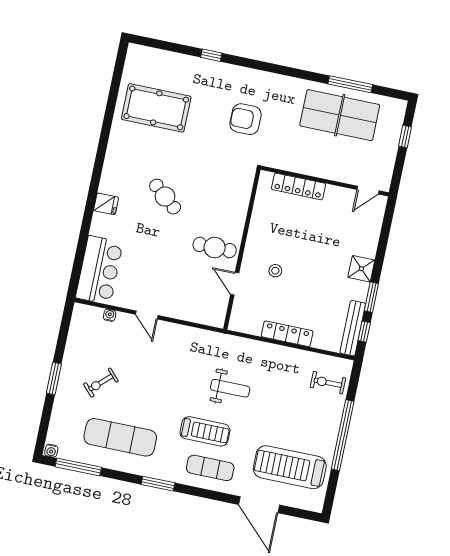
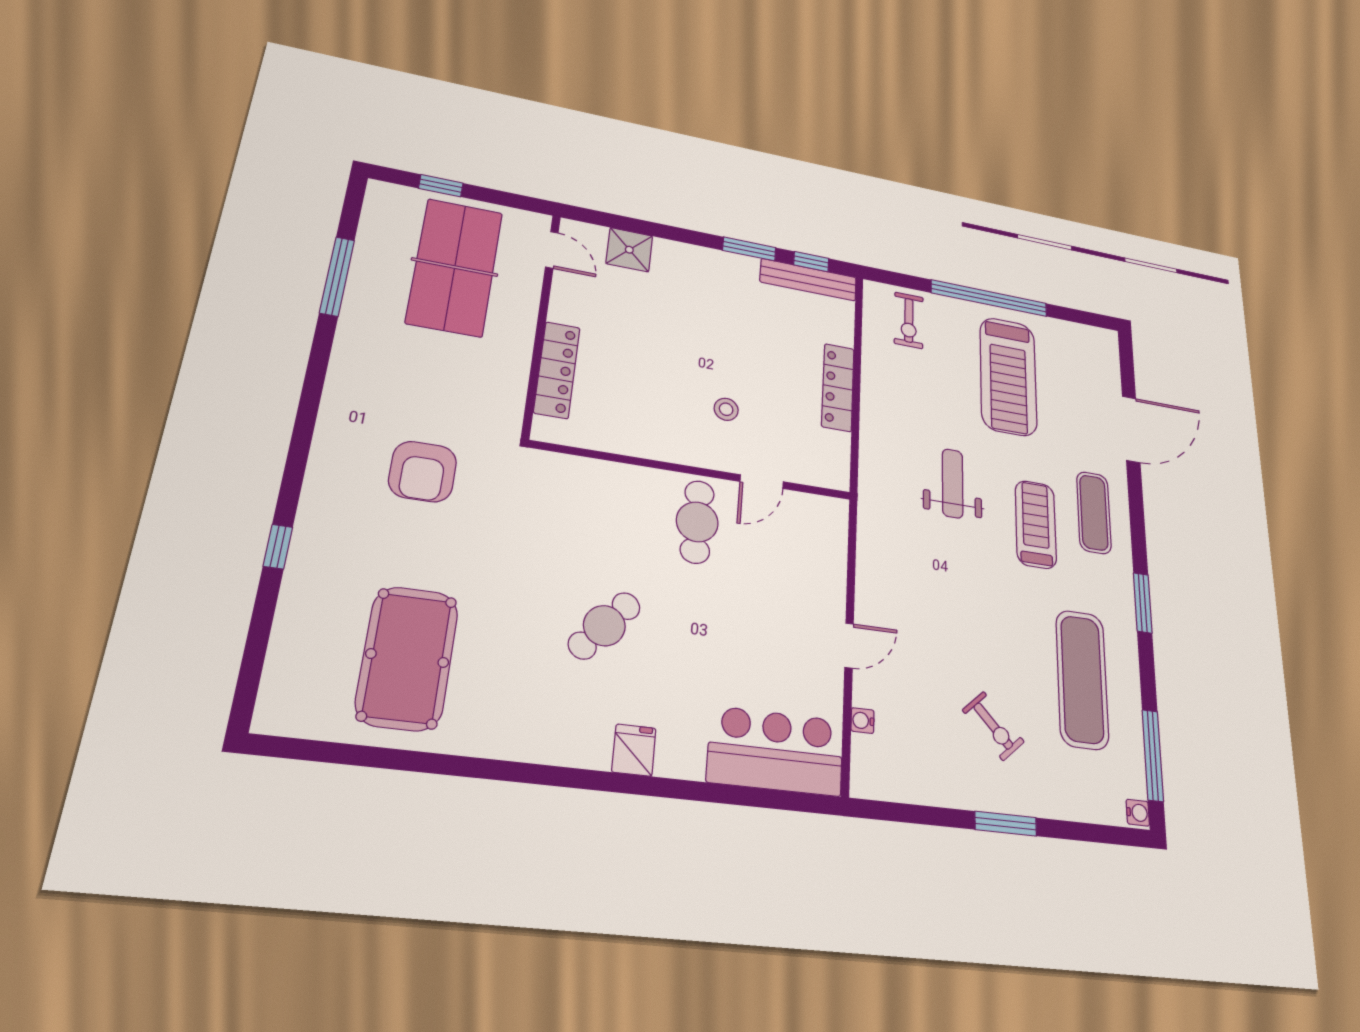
table tennis table: (340, 115) -> (455, 267), moved
shower: (361, 269) -> (629, 250), moved
treadmill: (290, 467) -> (1008, 376), moved

